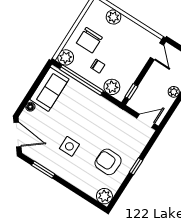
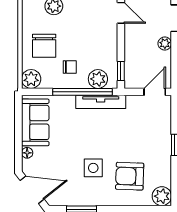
window: (81, 80) -> (82, 92), moved
tv unit: (104, 104) -> (101, 102), added
armchair: (108, 162) -> (130, 176), moved

